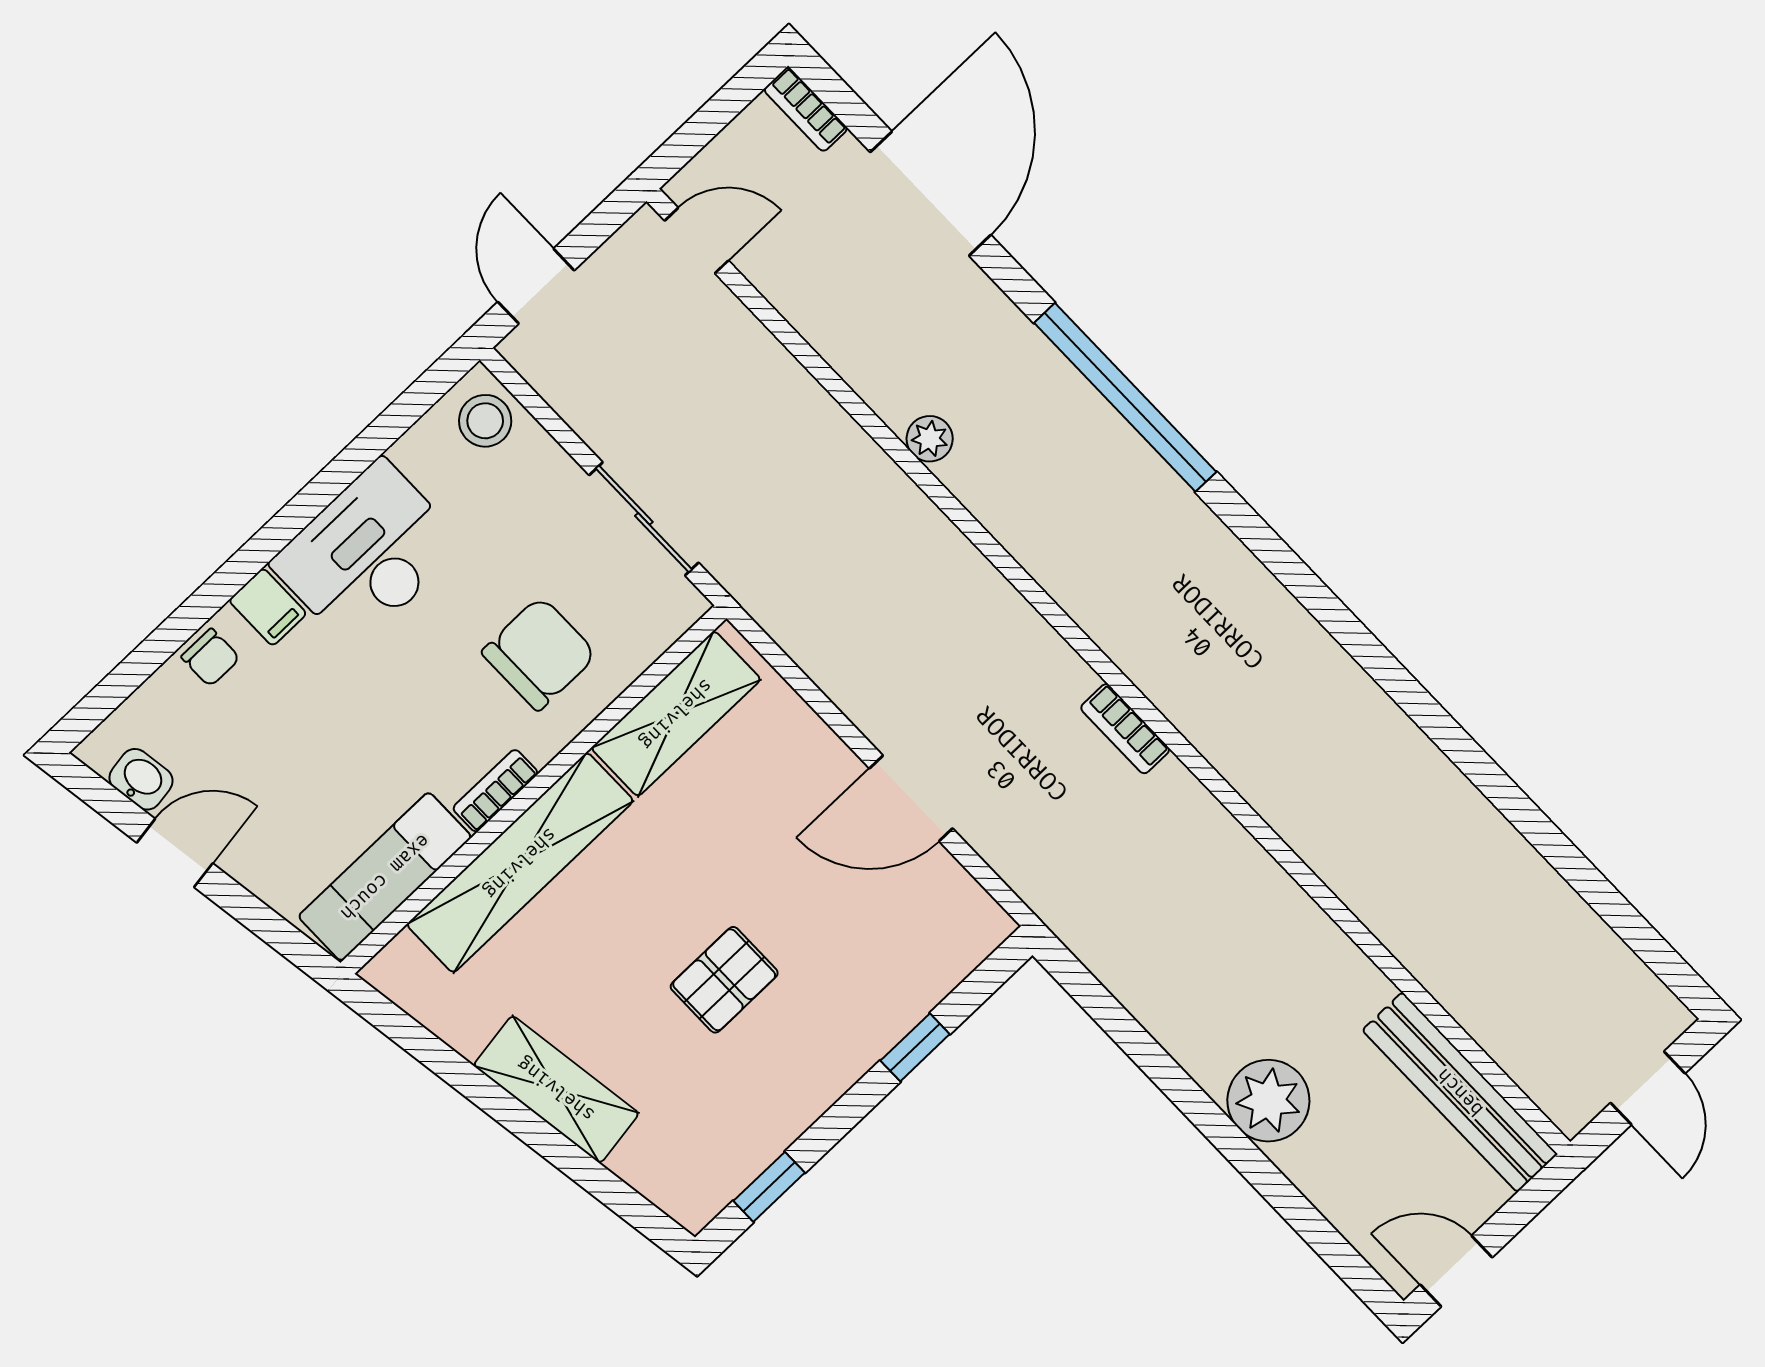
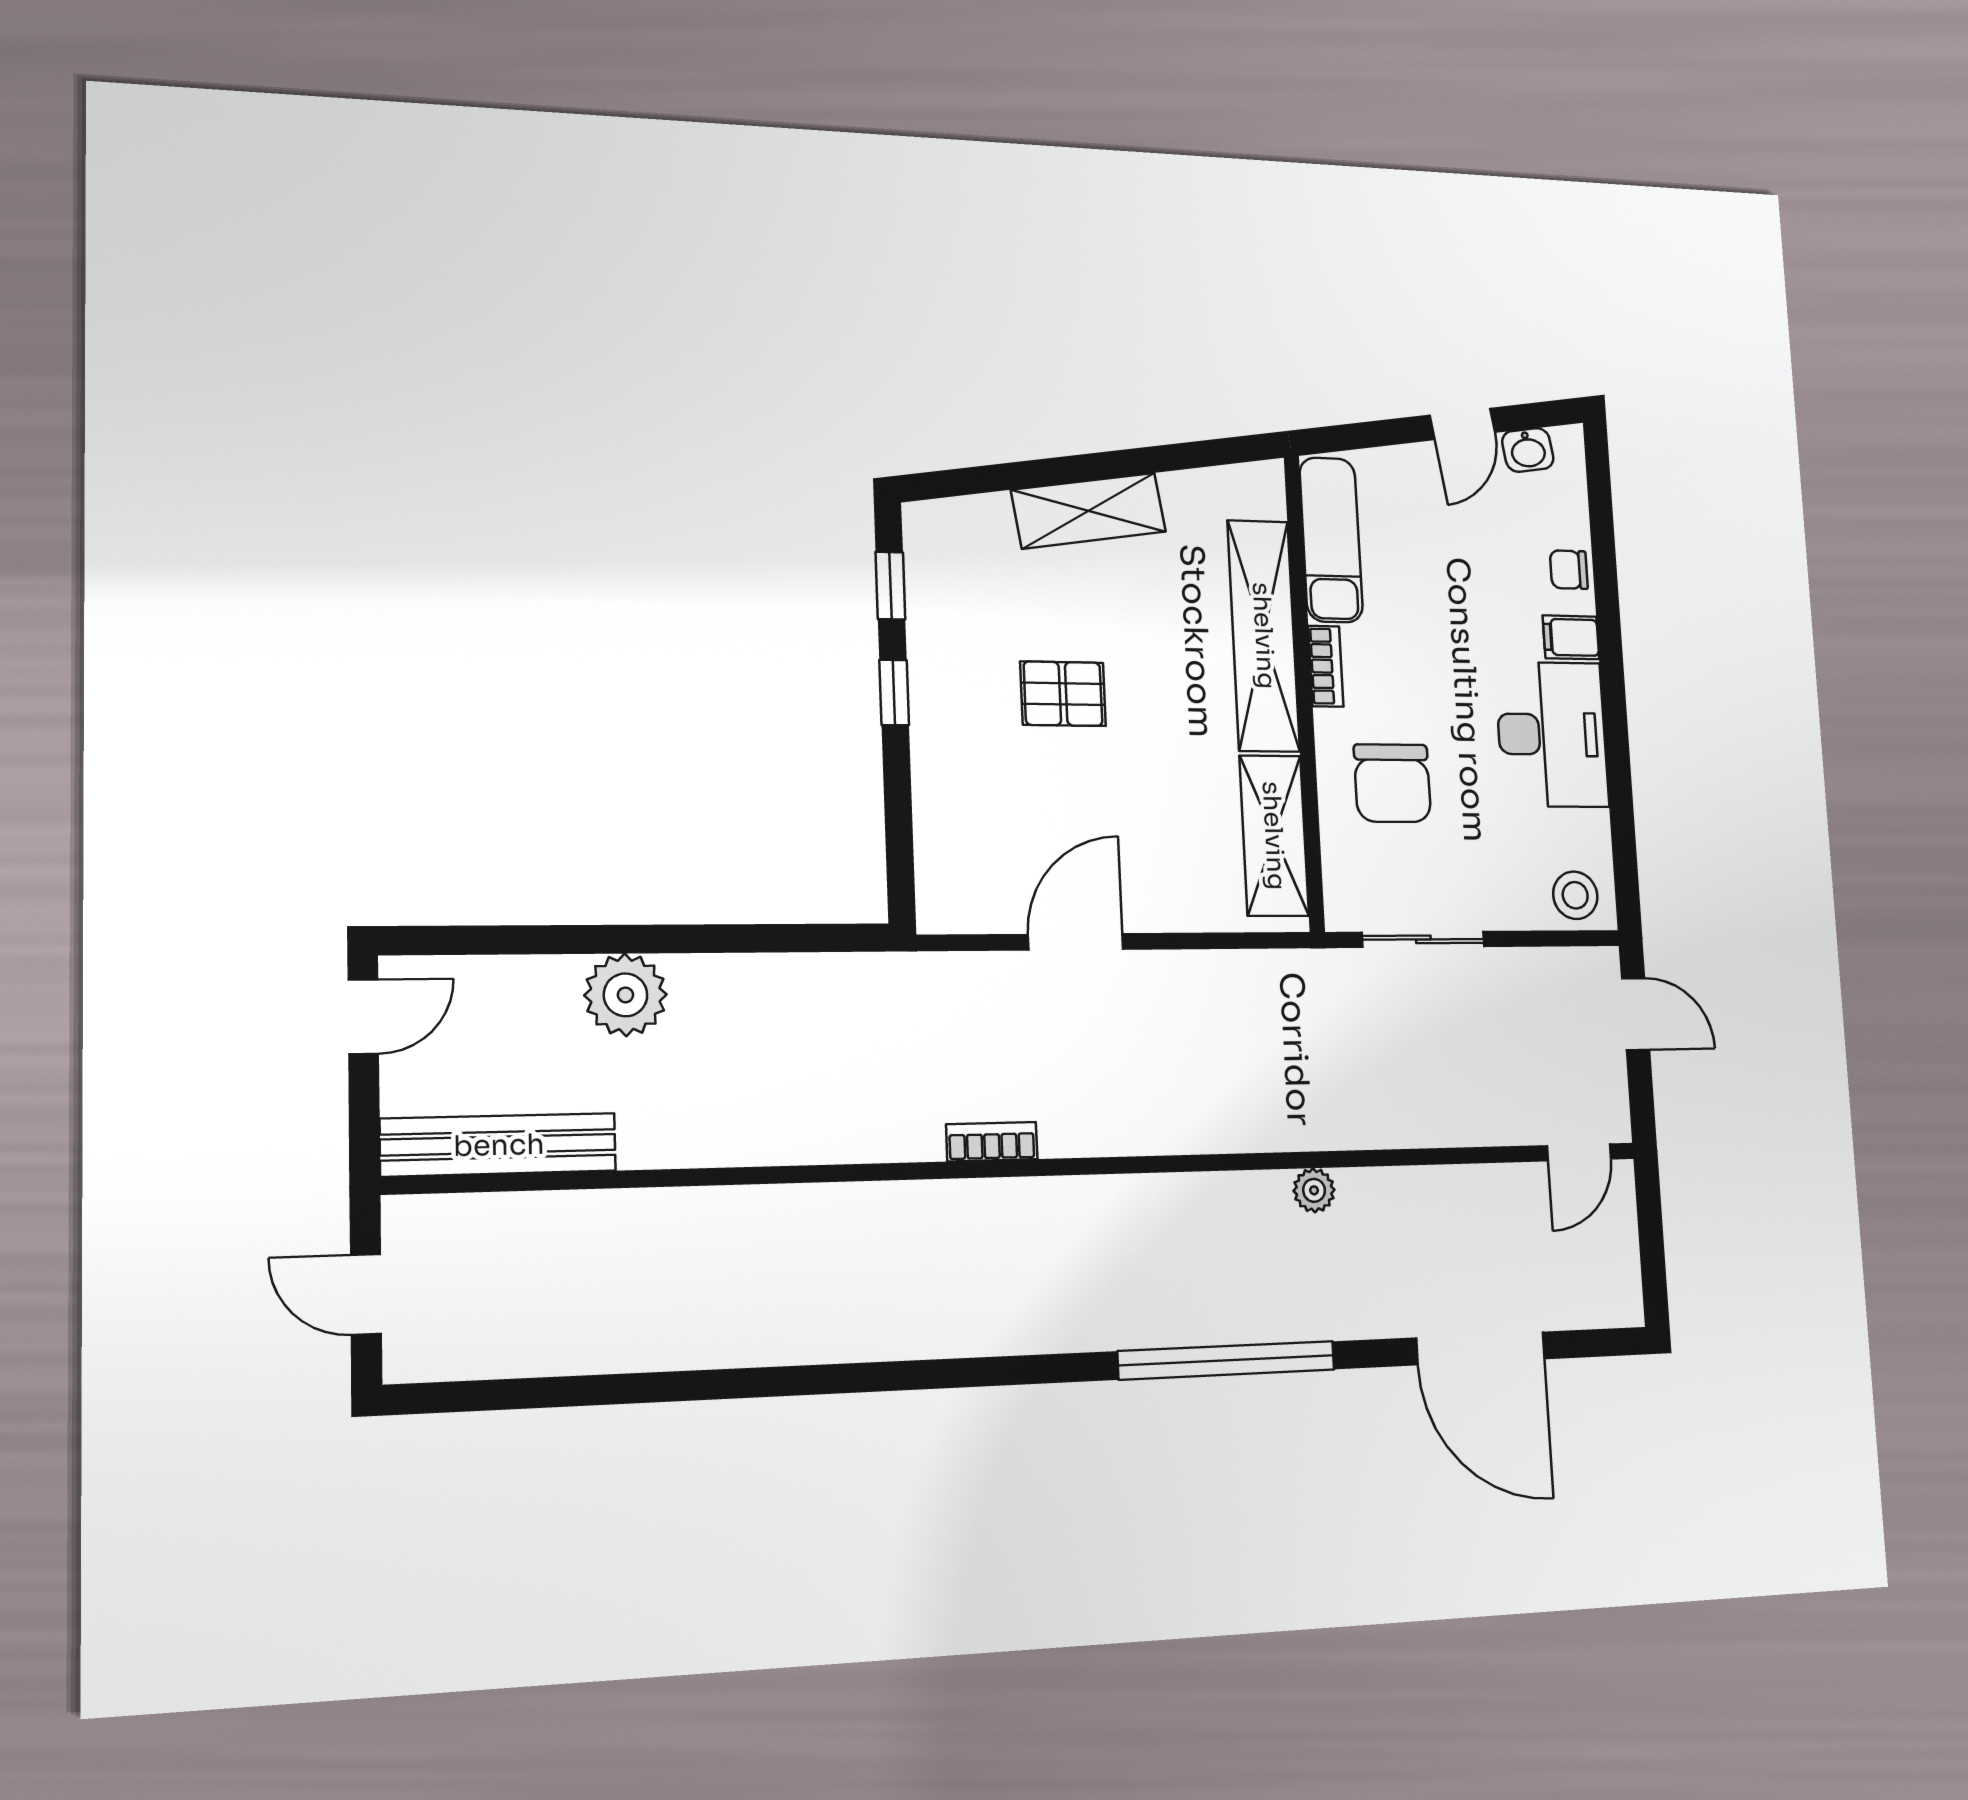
bookcase: (806, 109) -> (1606, 1312), removed
pallet: (724, 980) -> (1063, 694), turned 90
window: (915, 1047) -> (894, 692), moved

